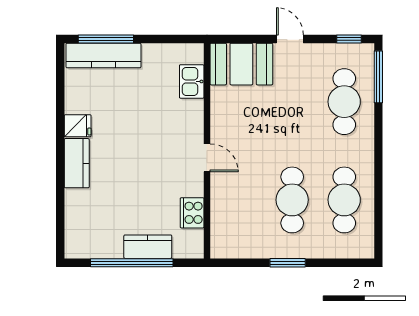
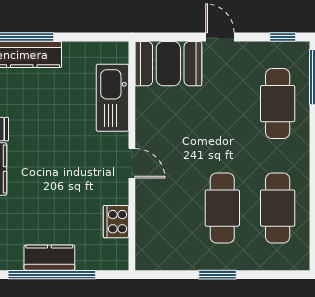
kitchen sink: (192, 81) -> (112, 98), width x1.88, depth x1.24
kitchen counter: (148, 247) -> (49, 258), moved

